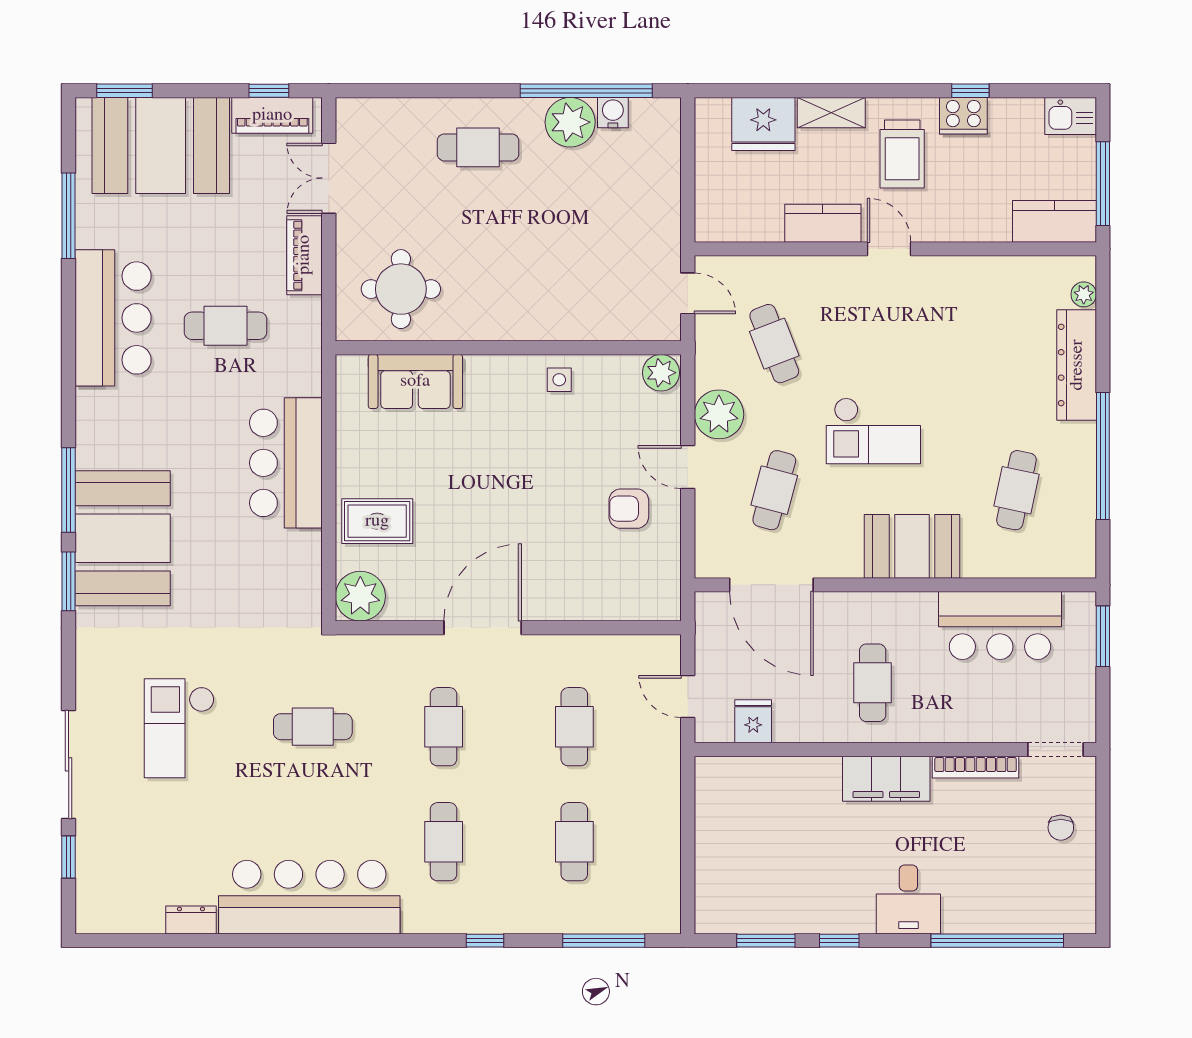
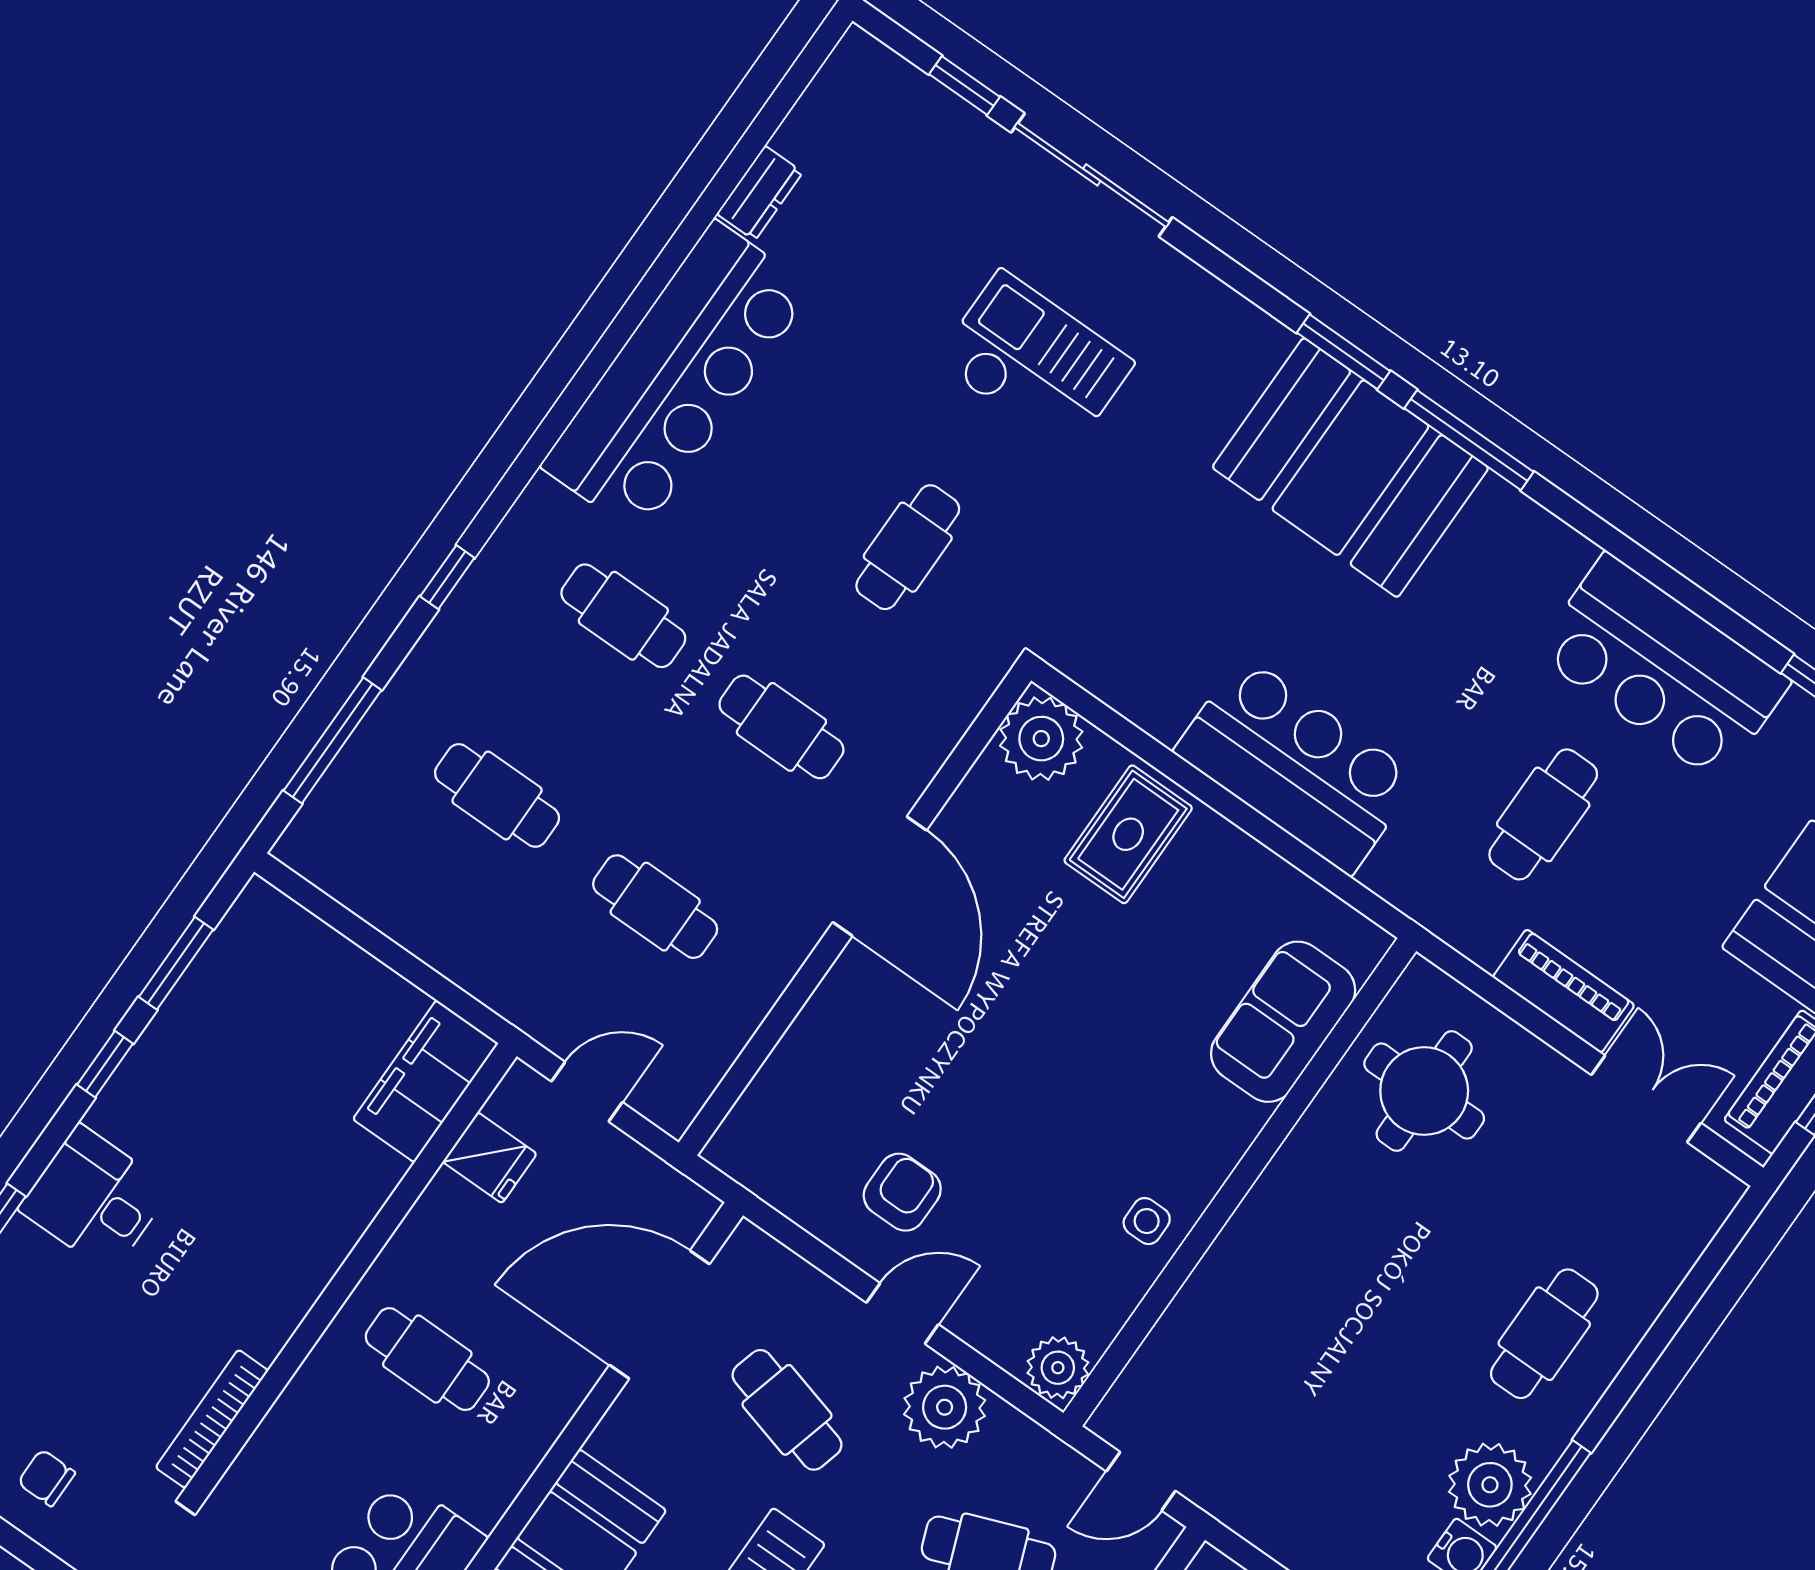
filing cabinet: (886, 779) -> (425, 1081), moved

